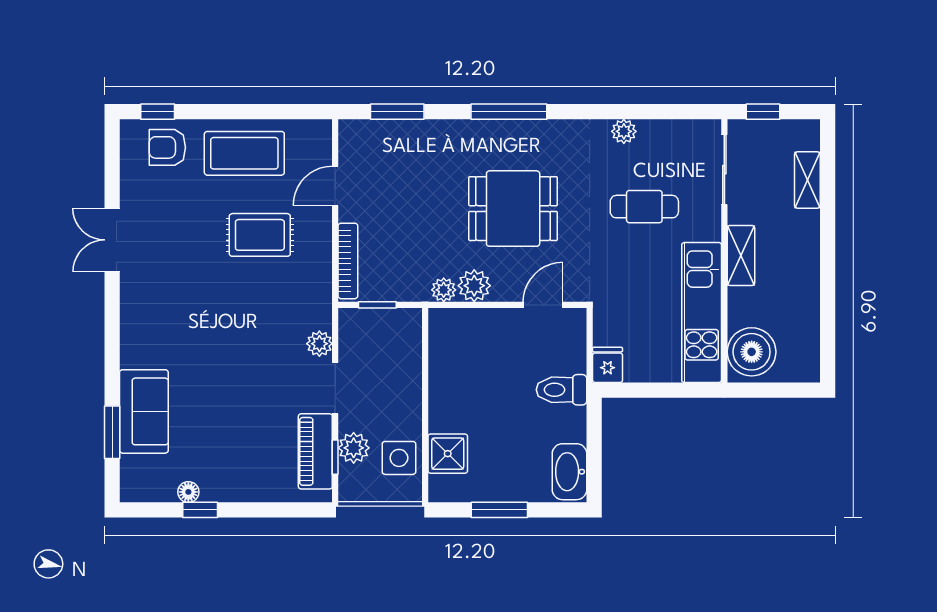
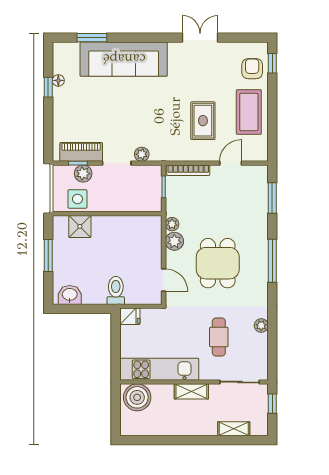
door: (335, 186) -> (231, 163), hinge flipped
sofa: (144, 411) -> (124, 59), width x1.85, depth x1.27
washbasin: (570, 472) -> (70, 295), width x0.72

